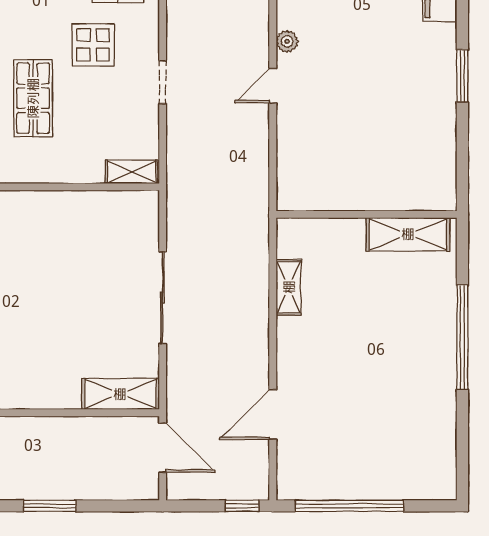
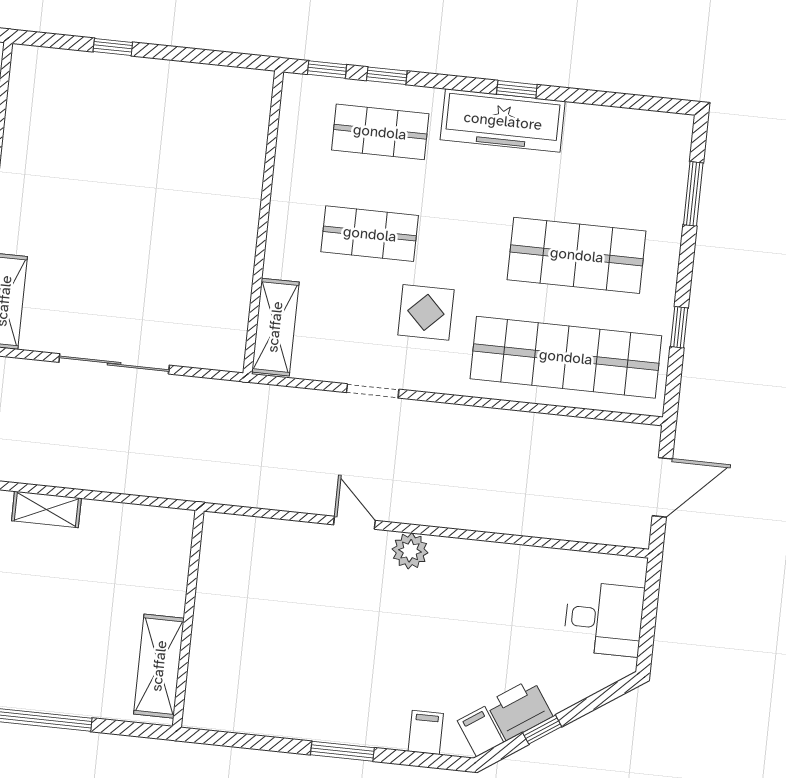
plant: (287, 41) -> (410, 551), width x1.38, depth x1.38
shelving: (131, 172) -> (275, 327), width x1.50, depth x1.33
shelving: (289, 287) -> (46, 509), moved

